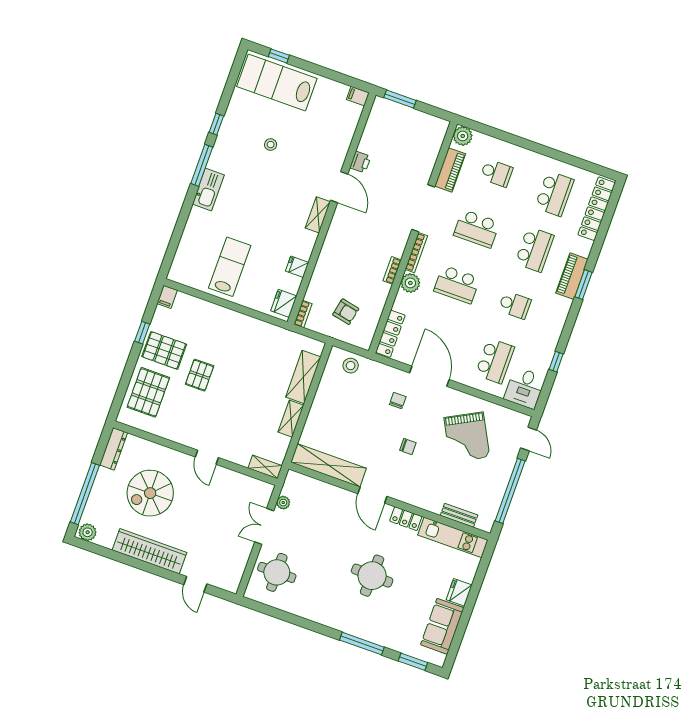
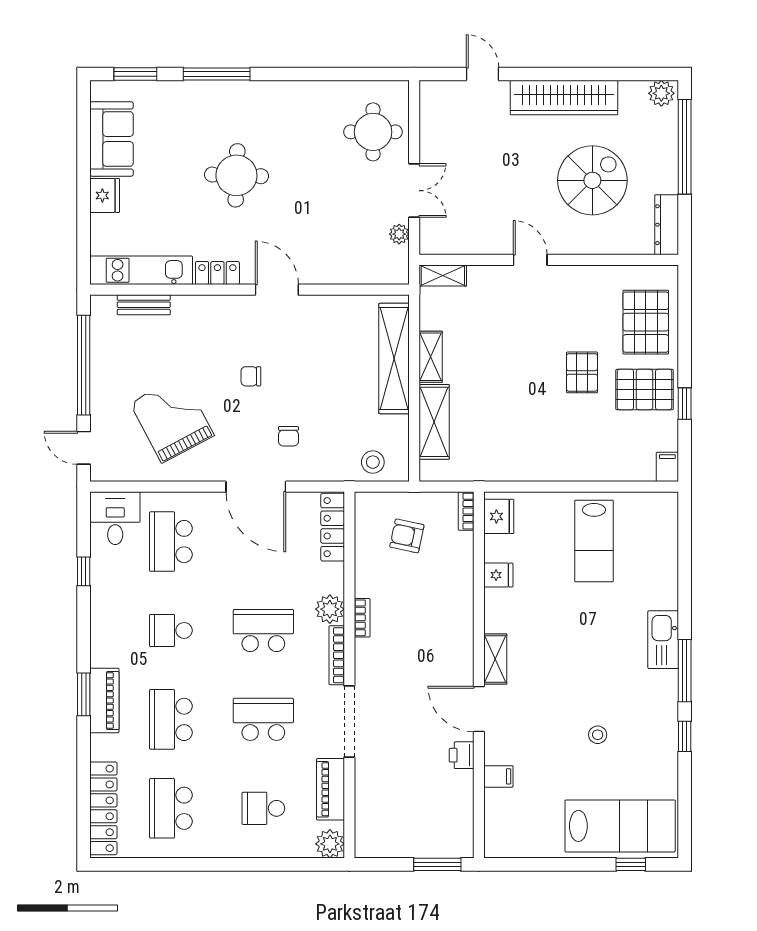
filing cabinet: (358, 96) -> (498, 776), moved
shelving: (328, 465) -> (394, 359), moved, turned 90

